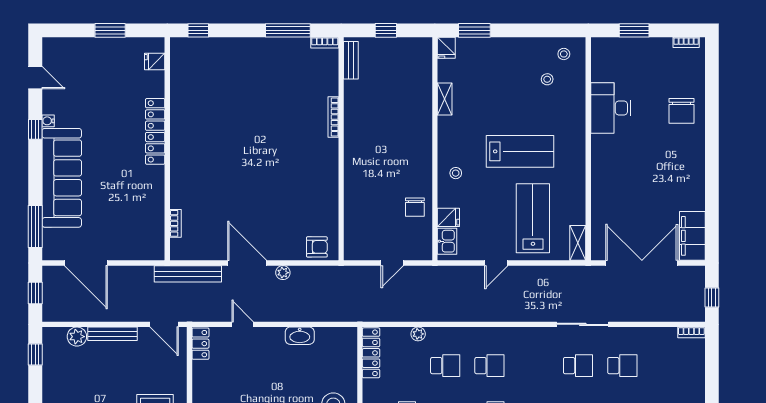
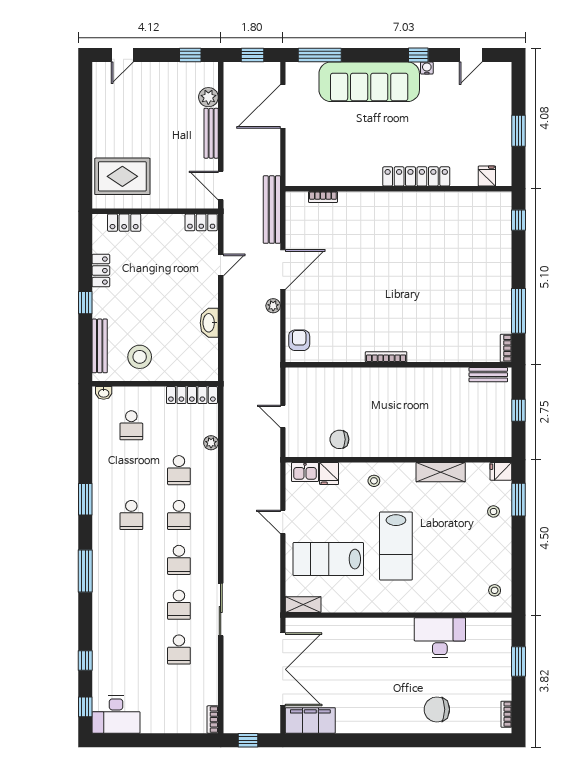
stool: (547, 79) -> (494, 511), moved
shelving: (445, 99) -> (441, 472), width x1.50, depth x1.33
bookcase: (333, 117) -> (386, 357), moved
lab bench: (533, 218) -> (328, 559), turned 180
armchair: (317, 247) -> (299, 340), turned 180
door: (164, 324) -> (221, 185), hinge flipped
school desk: (534, 366) -> (179, 560), added

